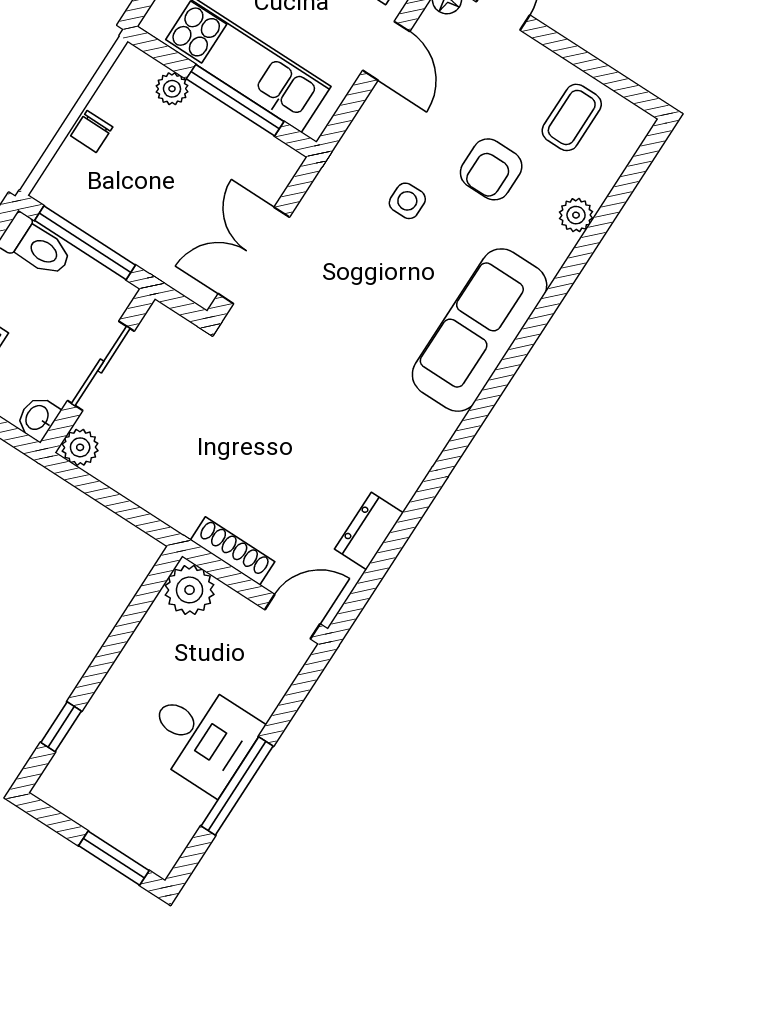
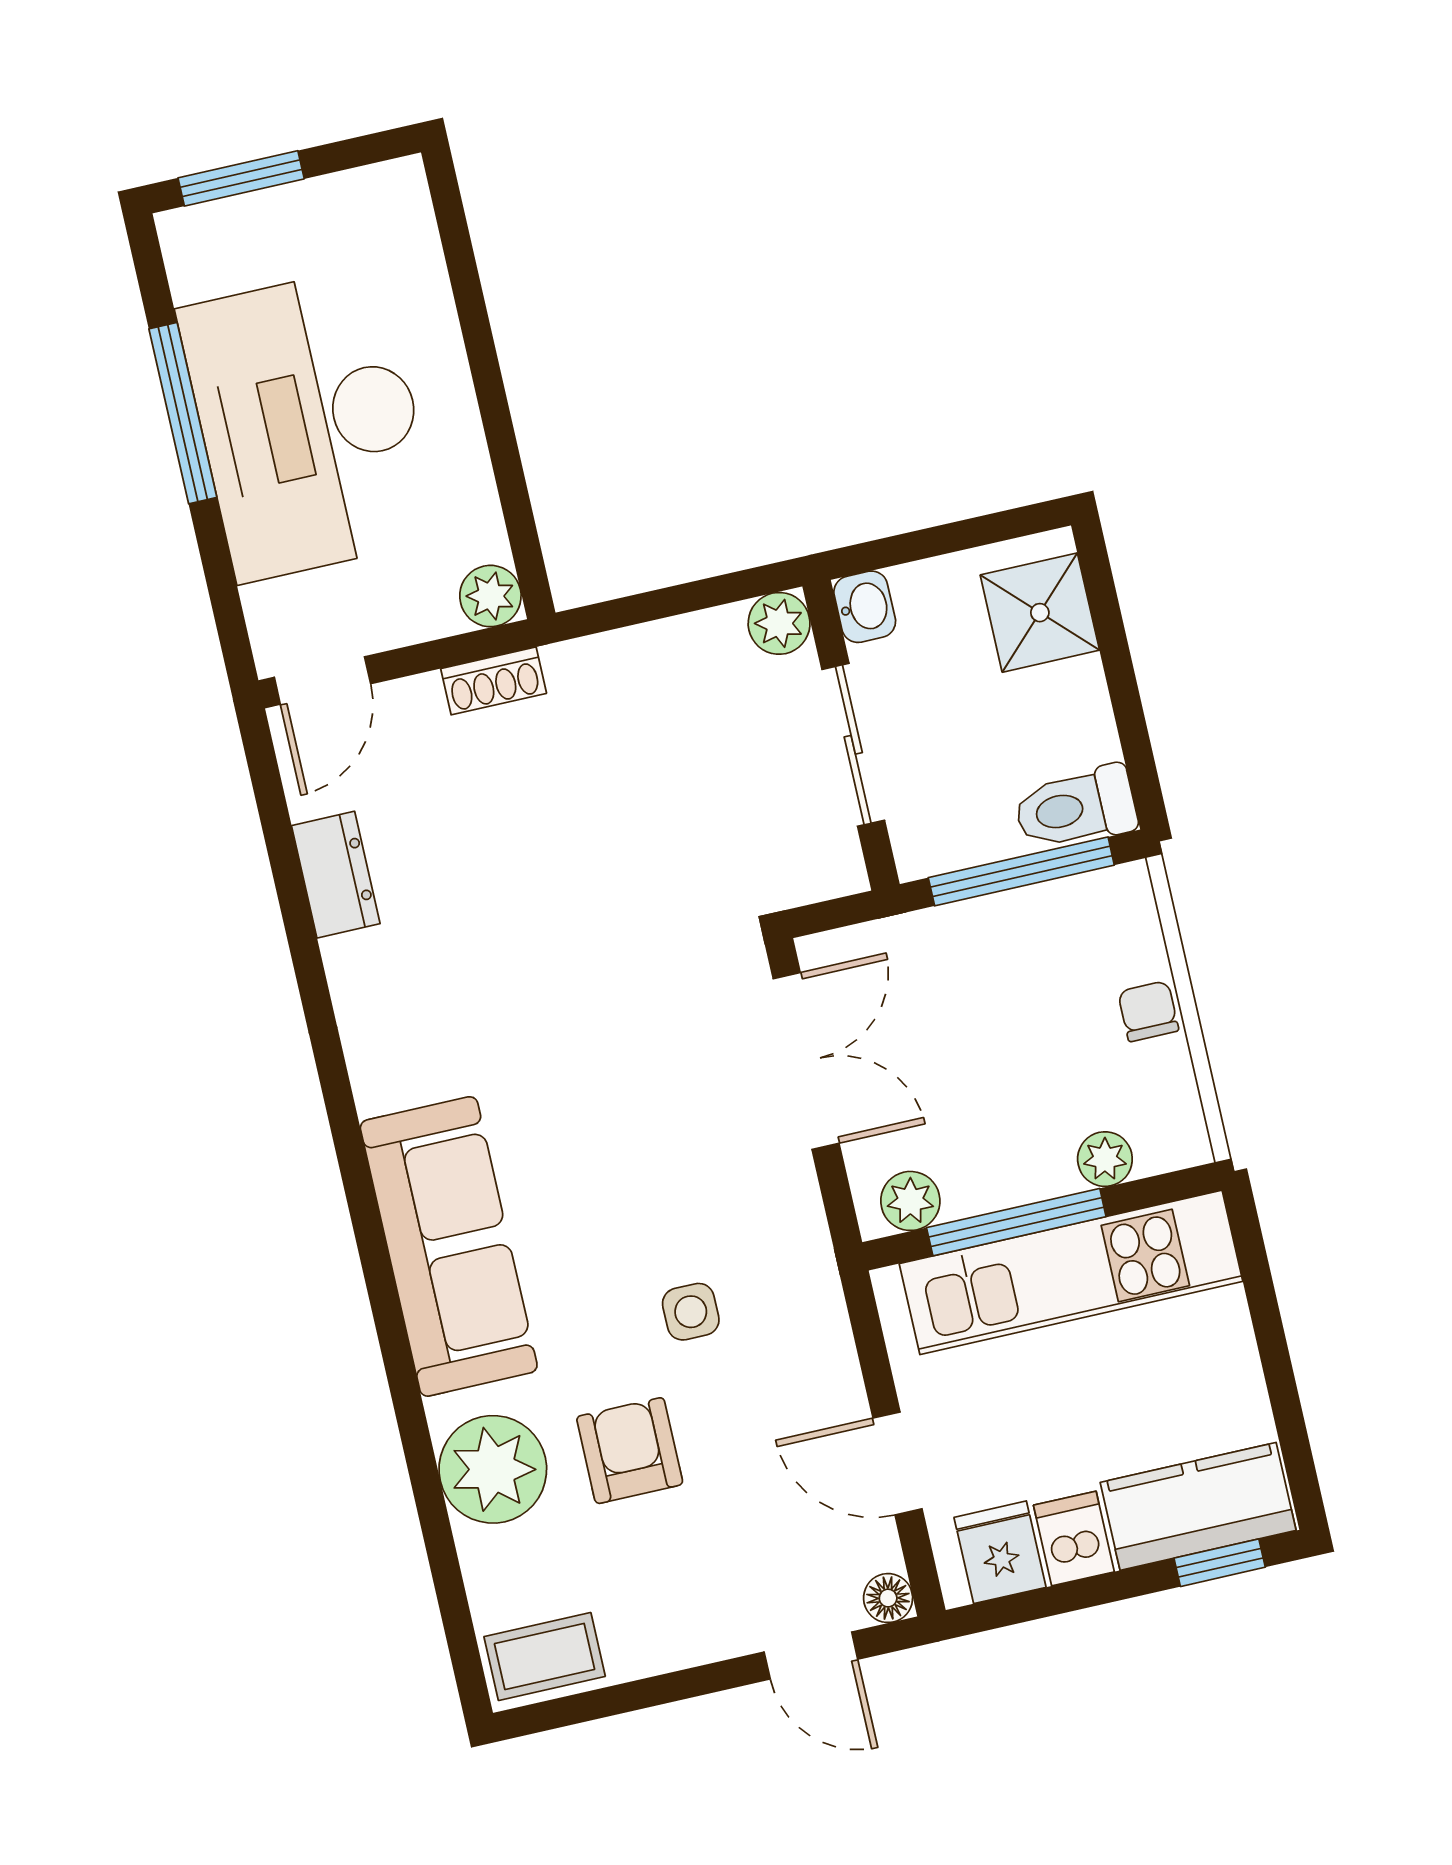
coffee table: (572, 117) -> (545, 1657), moved, turned 90
plant: (270, 154) -> (910, 1201), added
plant: (576, 215) -> (493, 1469), width x1.88, depth x1.88
shoe rack: (232, 551) -> (494, 681), width x0.70
plant: (190, 590) -> (490, 596), width x0.73, depth x0.73
window: (61, 727) -> (463, 270), removed
desk: (202, 736) -> (309, 424), width x1.87, depth x1.30

